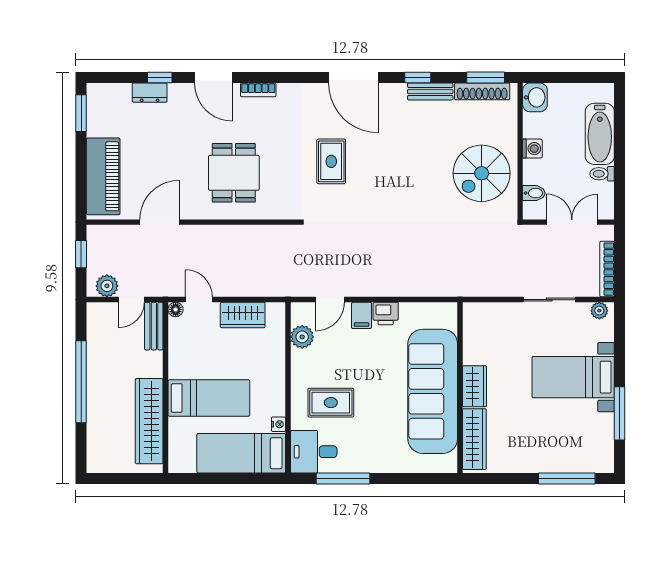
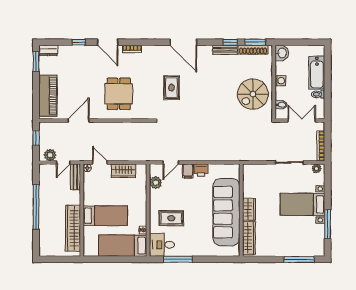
window: (418, 78) -> (230, 42), moved
dresser: (150, 93) -> (48, 50), moved

